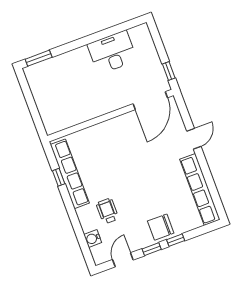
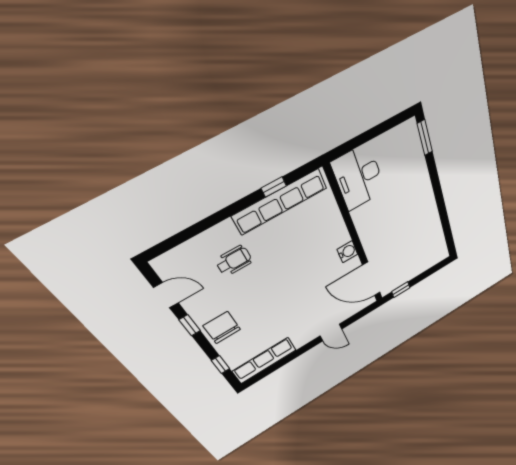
desk: (112, 52) -> (359, 177), moved, turned 180
row of seats: (200, 189) -> (265, 361), width x0.73
water cooler: (93, 238) -> (347, 252), moved, turned 90
window: (176, 240) -> (221, 365), moved

